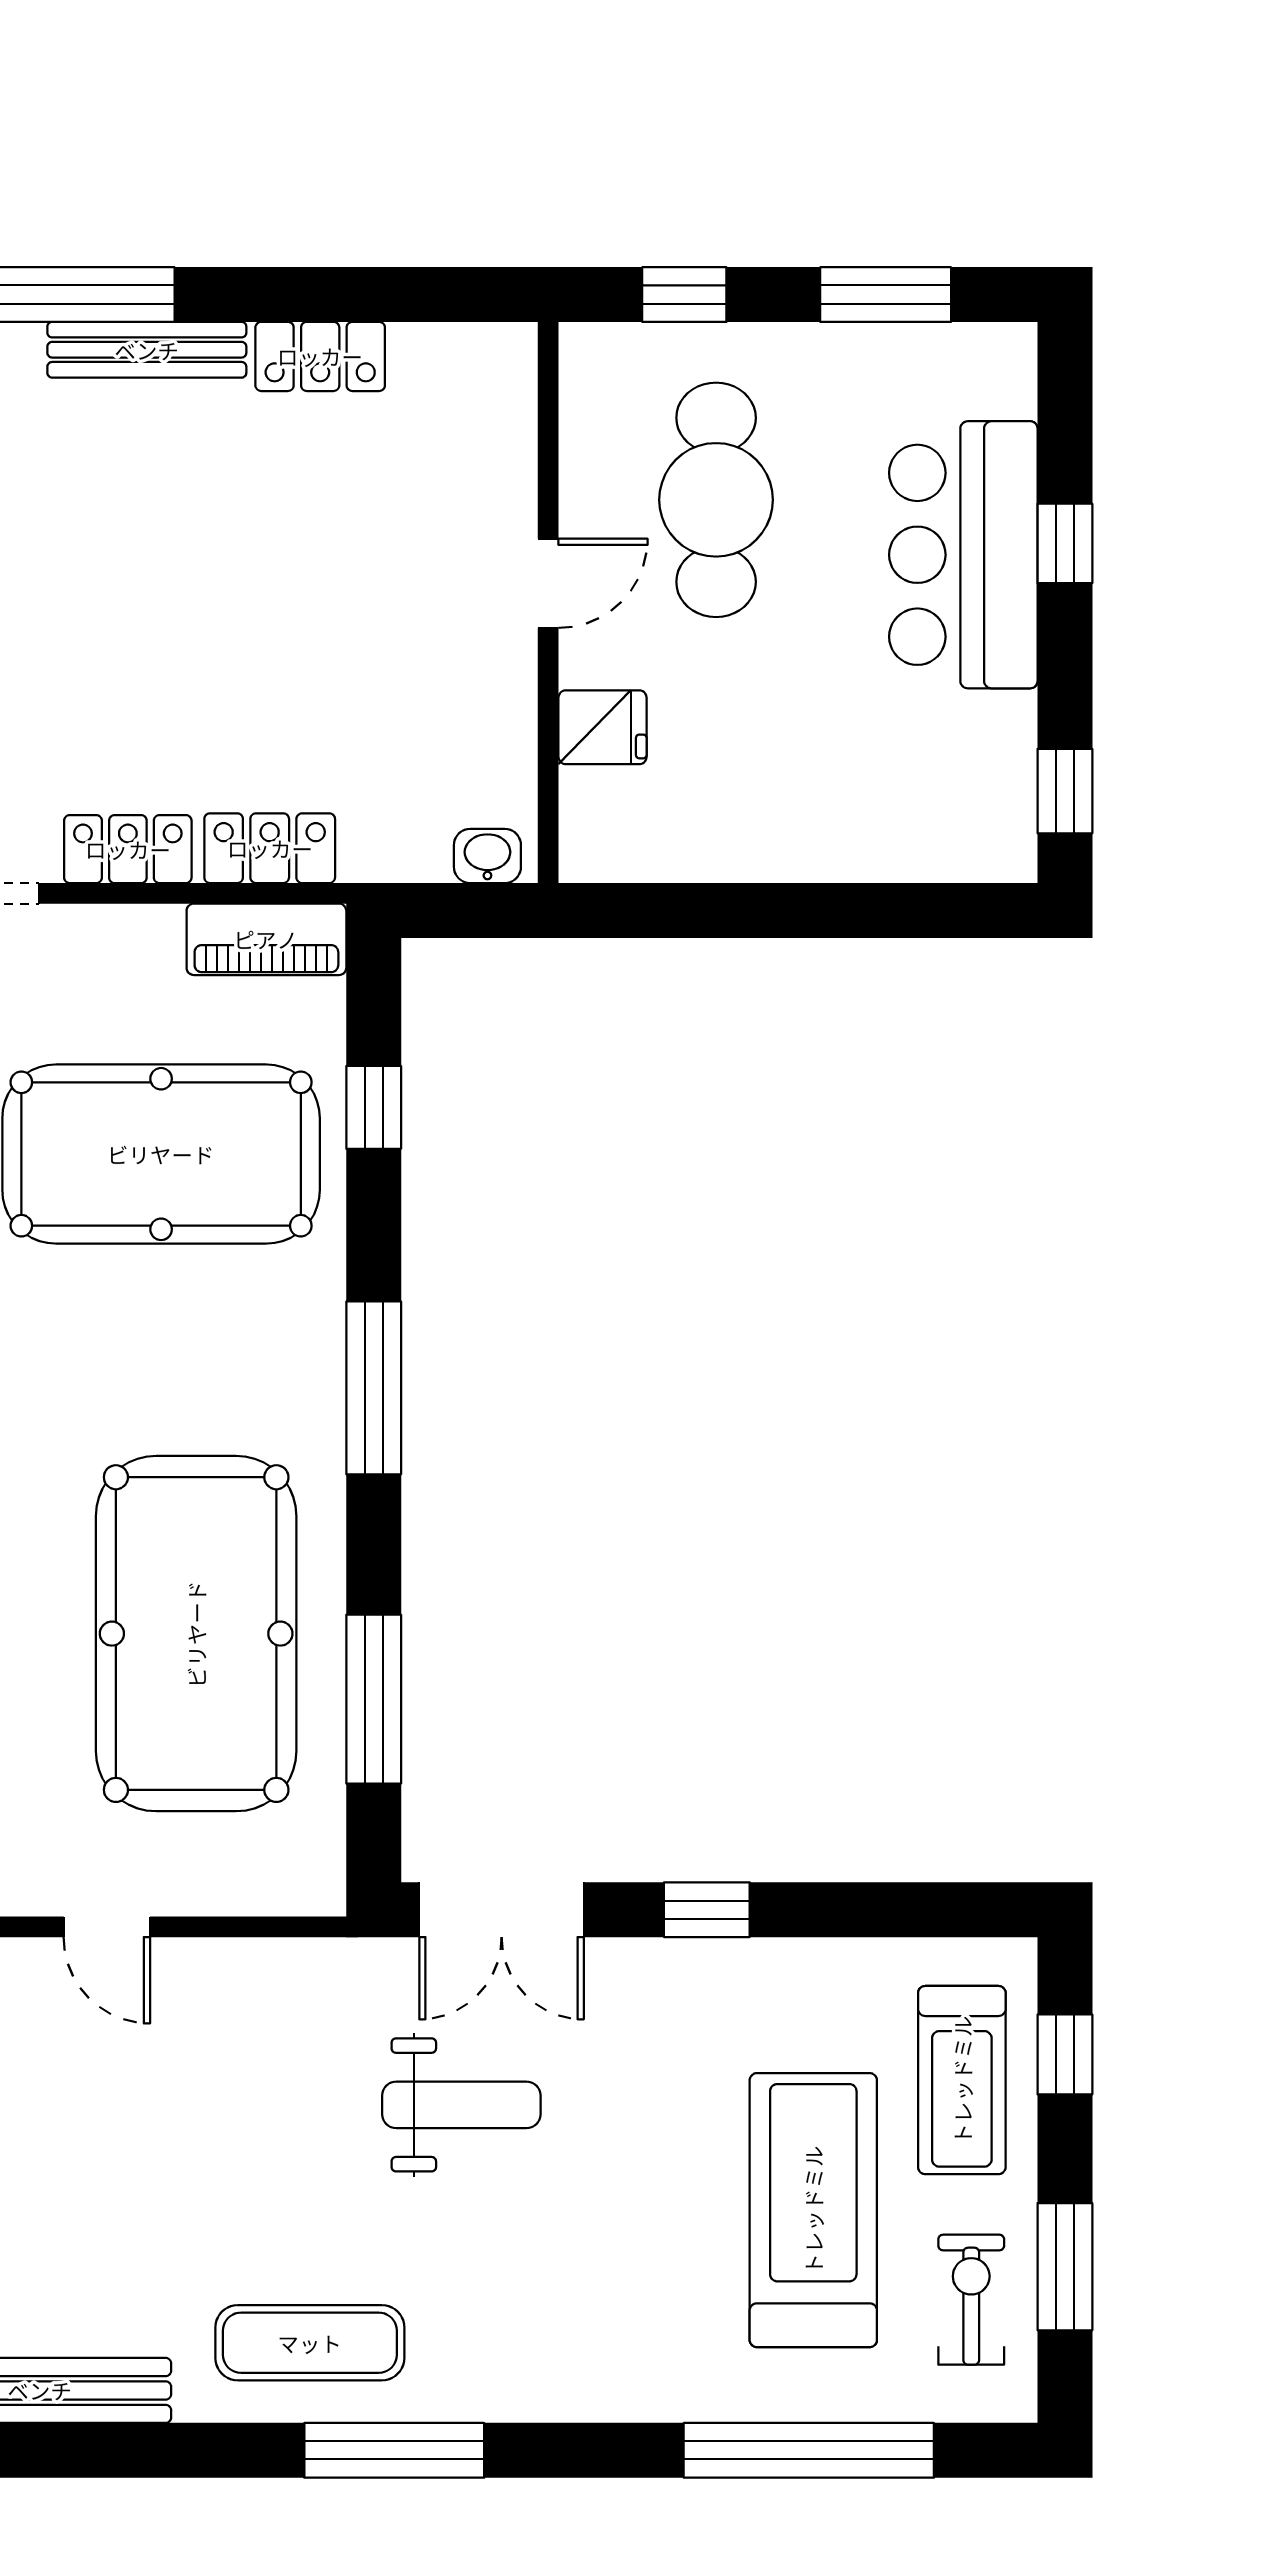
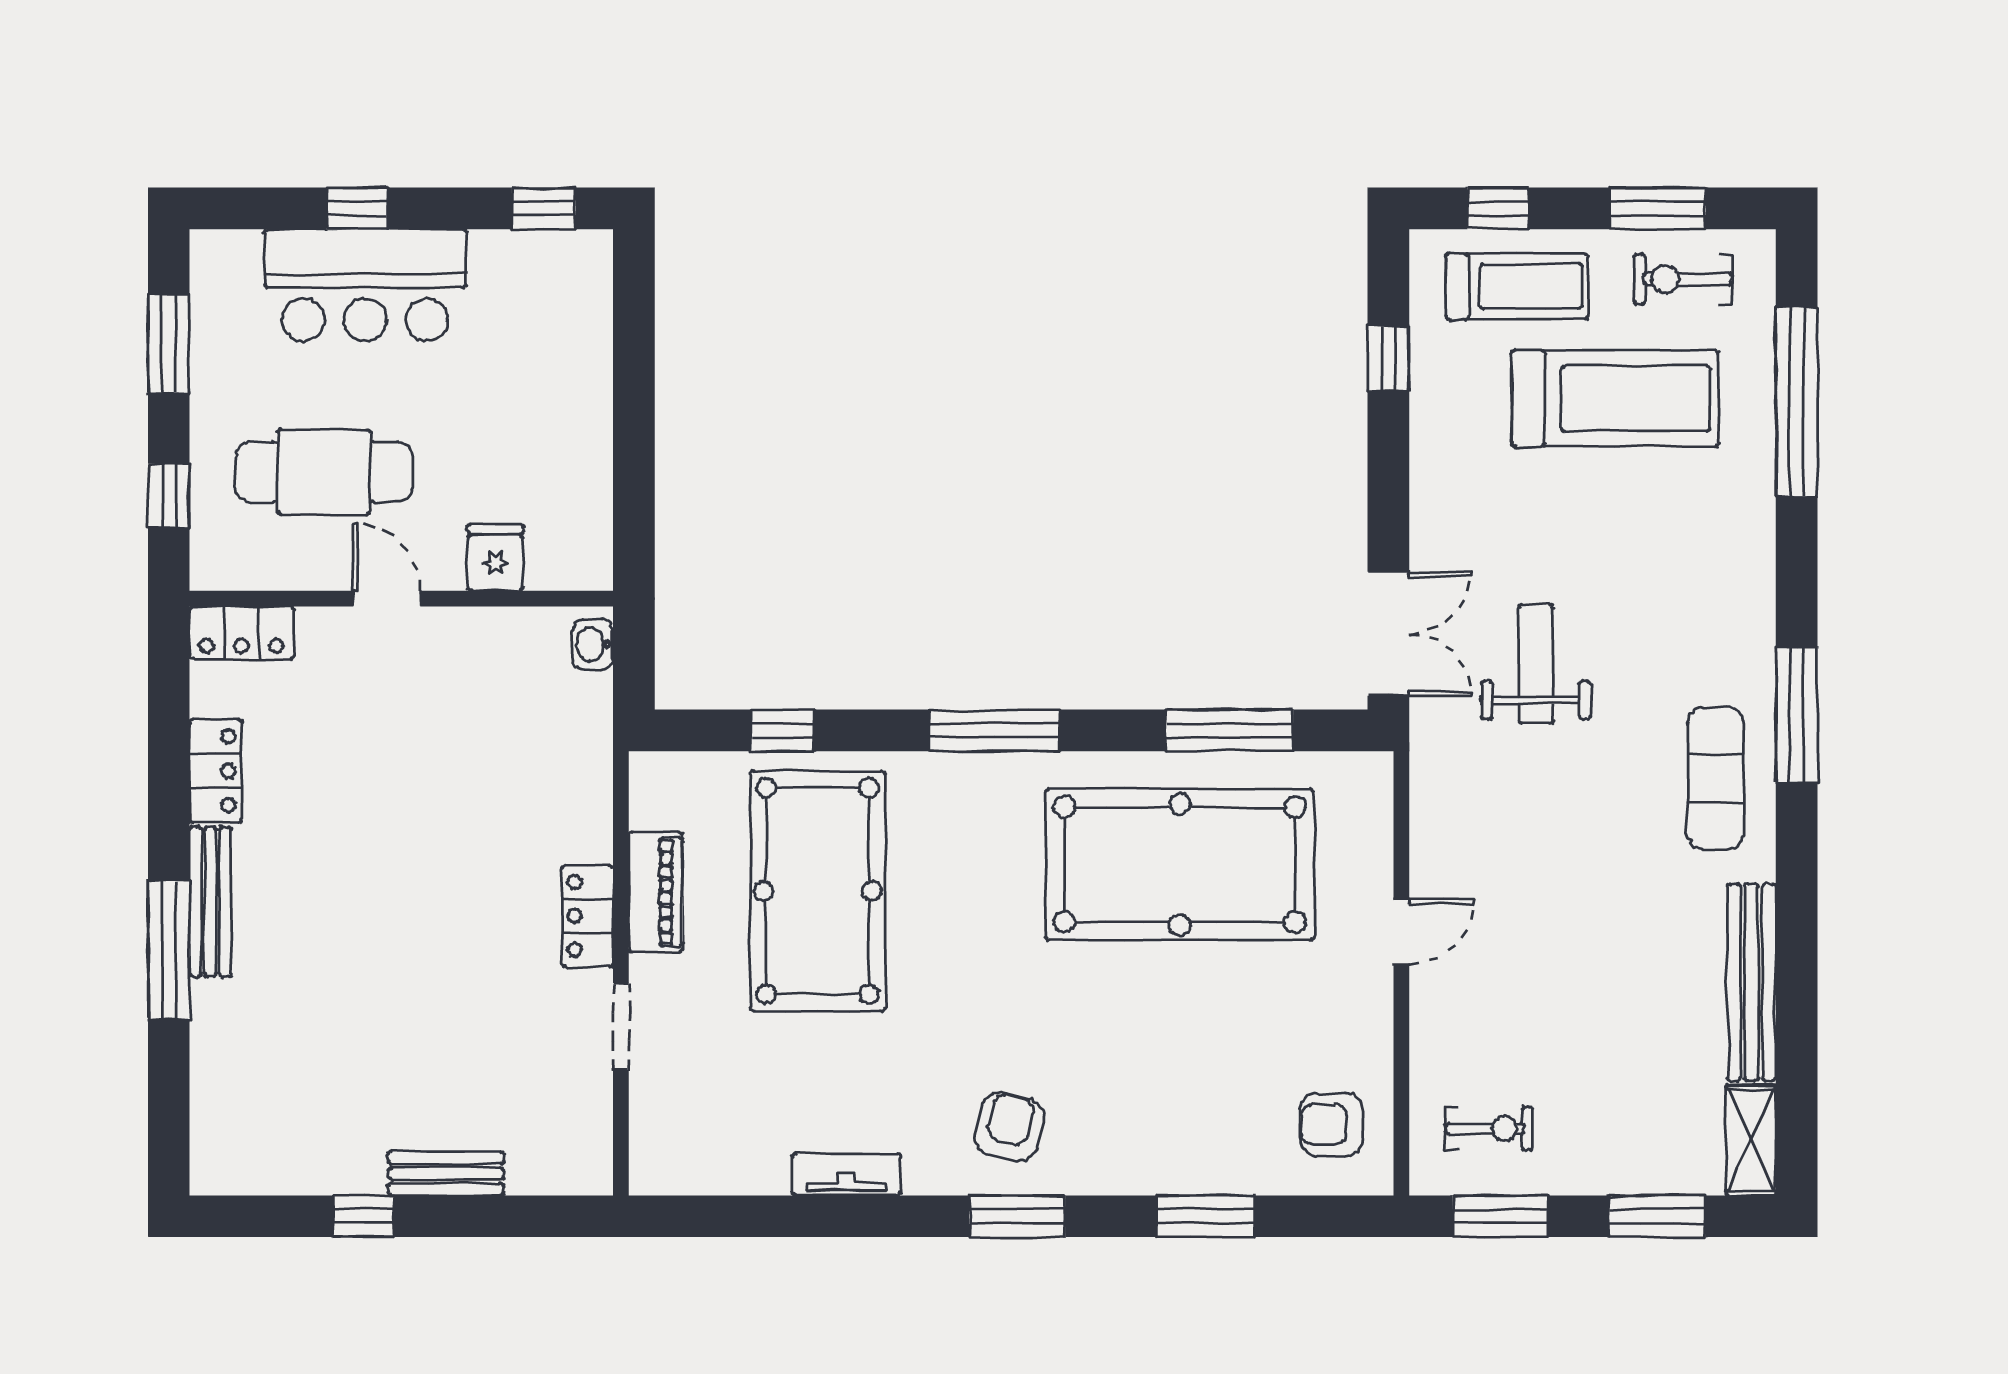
locker: (270, 848) -> (242, 633), moved, turned -90
piano: (266, 939) -> (656, 892), moved
window: (707, 1910) -> (1388, 359), moved
treadmill: (813, 2210) -> (1615, 398), turned 180

